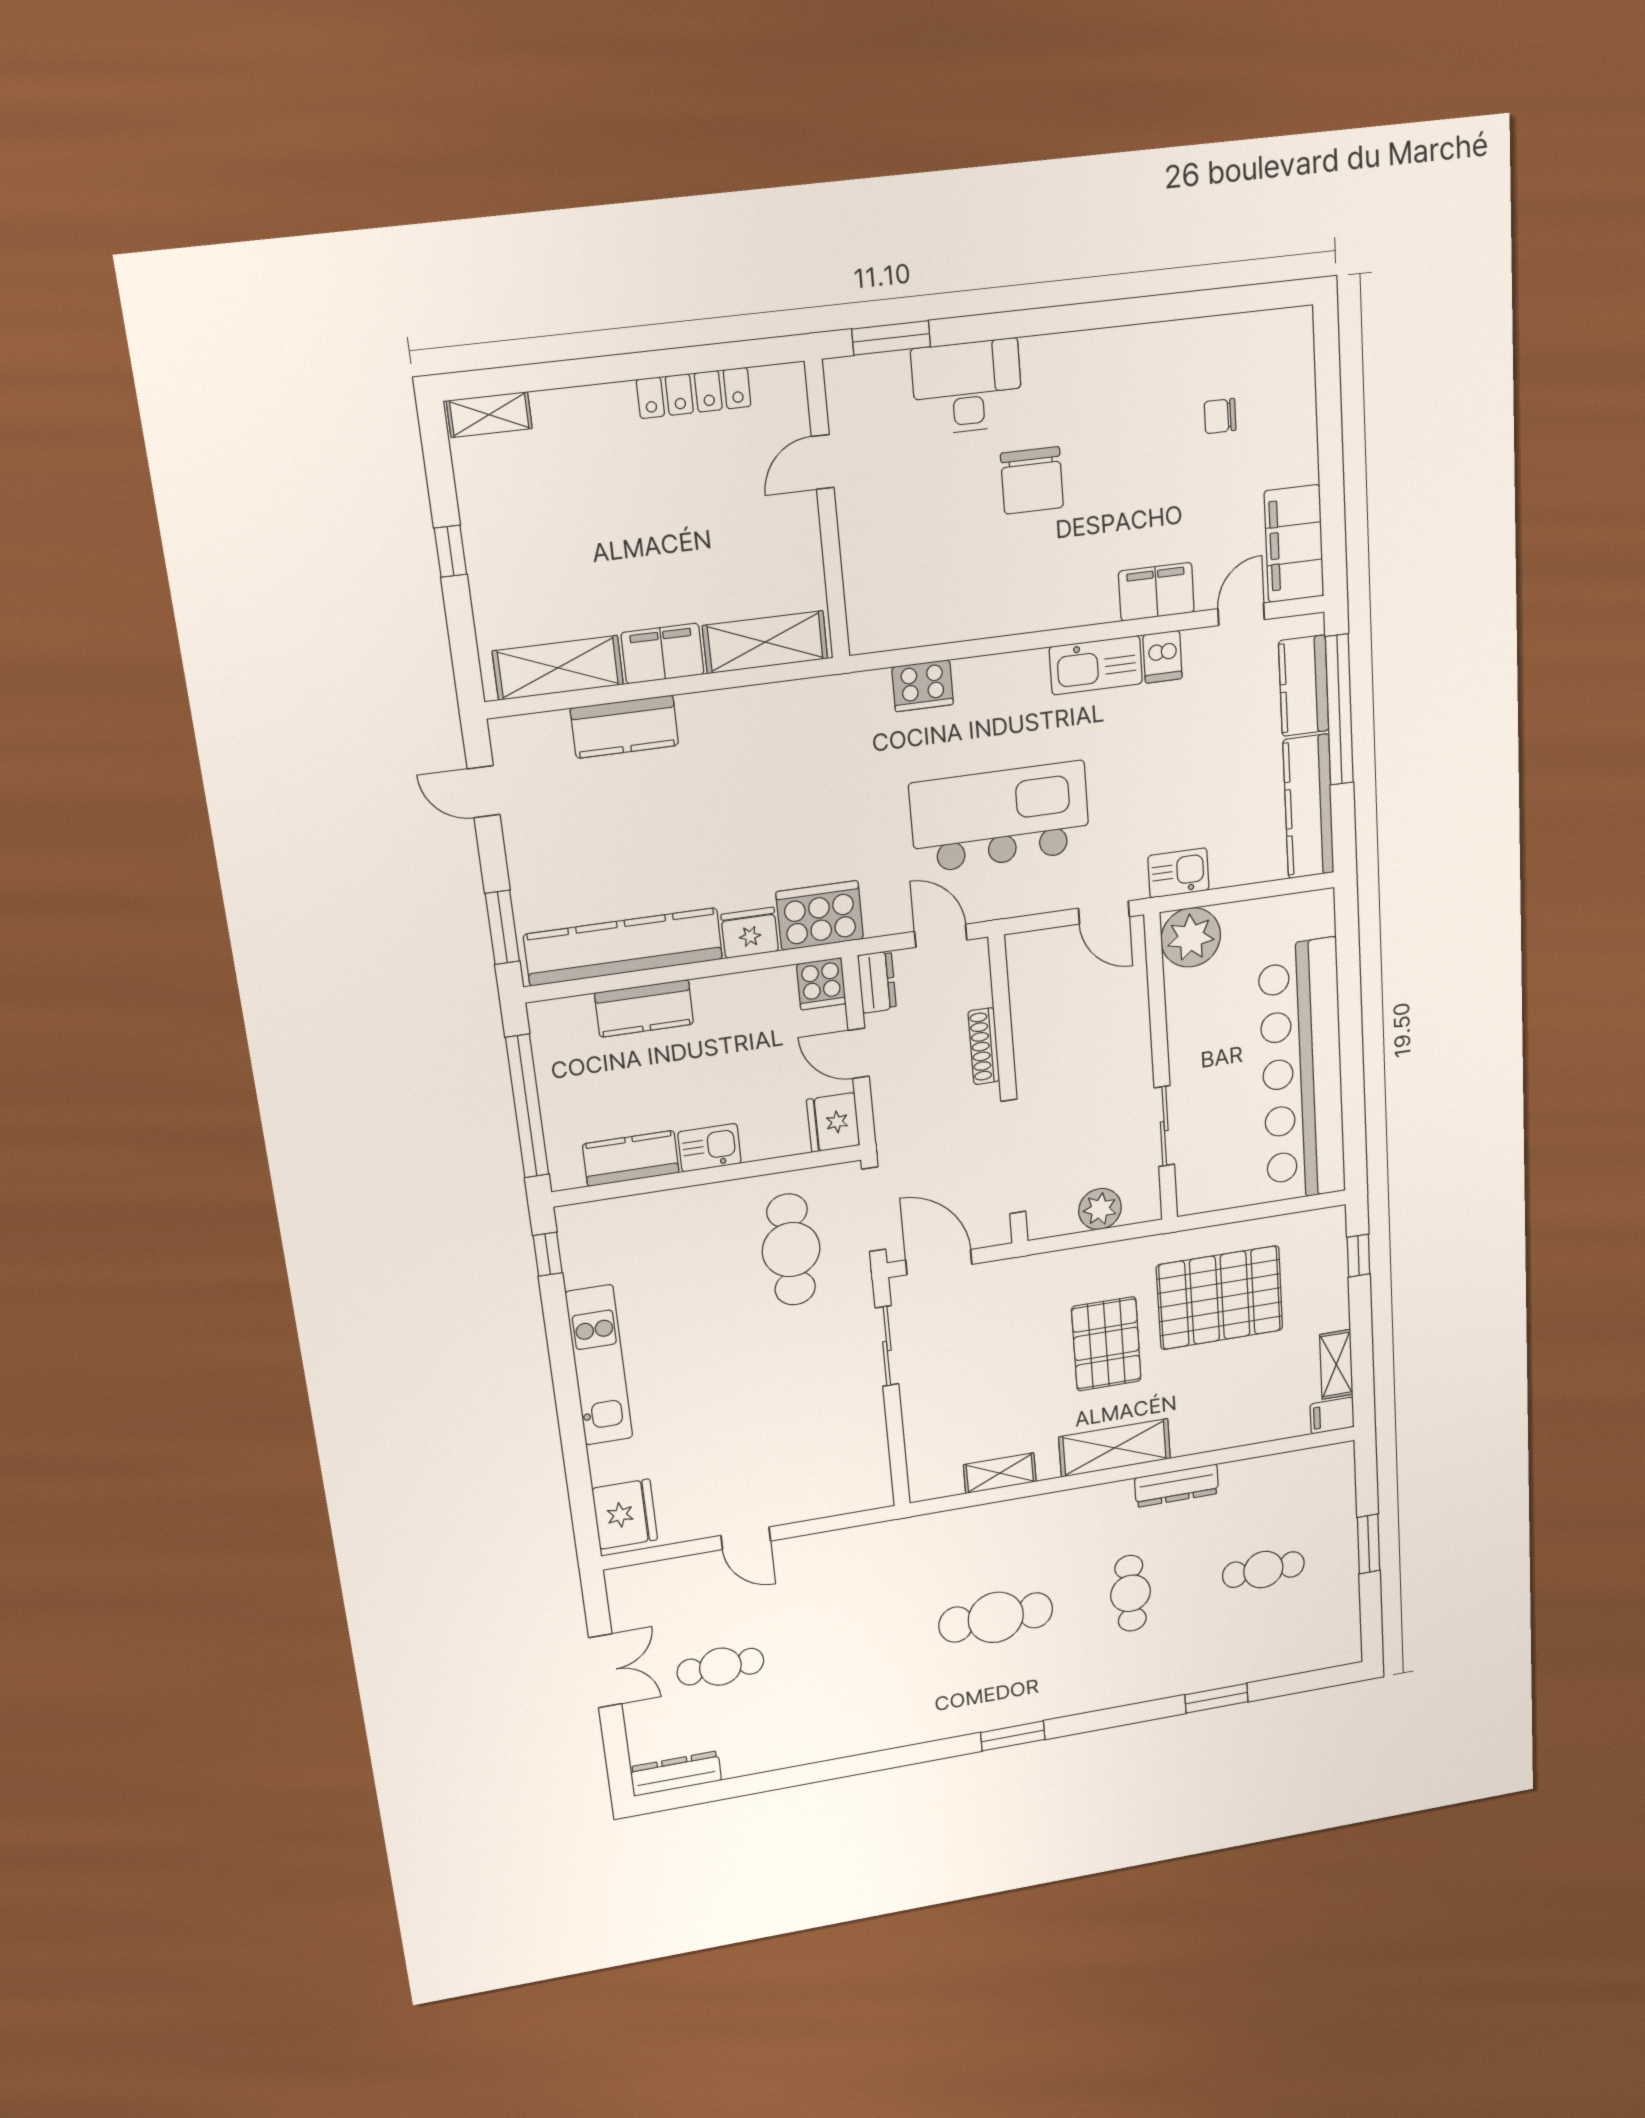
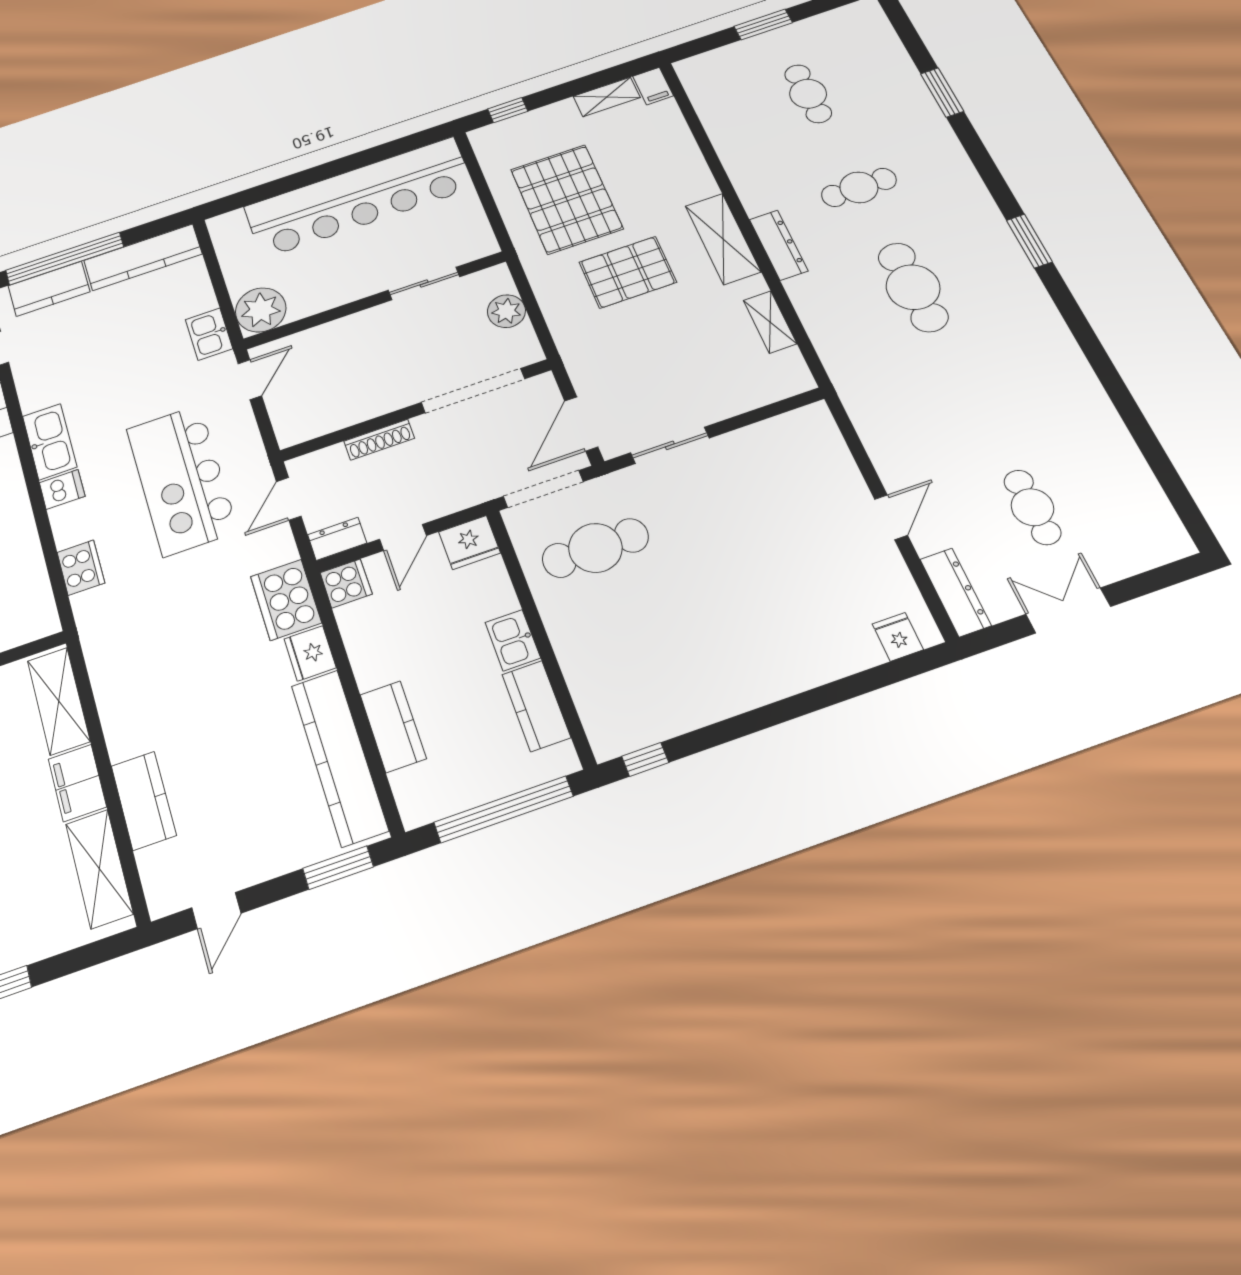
dishwasher: (1162, 657) -> (62, 489), moved
kitchen unit: (599, 1365) -> (747, 688), removed
dresser: (1177, 1486) -> (779, 245), moved
fridge: (625, 1514) -> (898, 637), width x0.53, depth x0.75
dresser: (676, 1774) -> (955, 592), moved, turned 180

